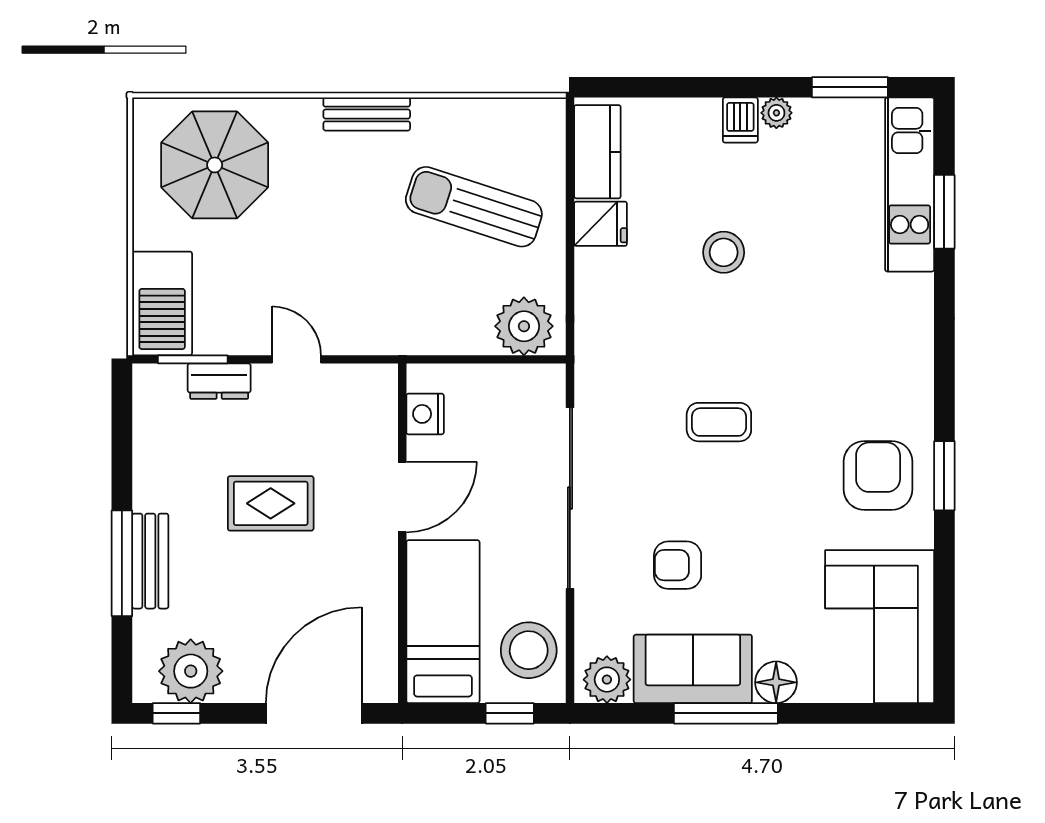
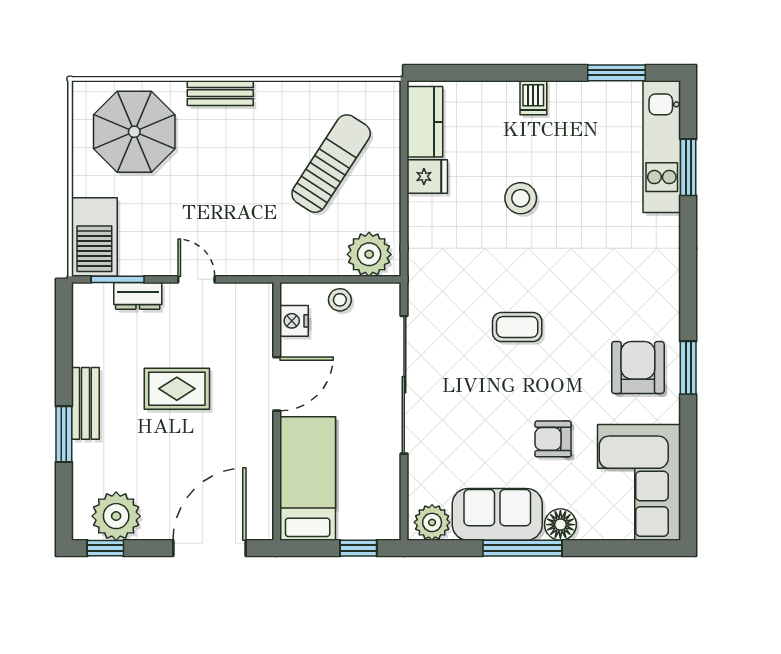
plant: (776, 113) -> (561, 92), removed
bench: (367, 114) -> (220, 93), moved
sun lounger: (474, 207) -> (331, 164), turned 105
bench: (150, 561) -> (85, 403), moved
window: (122, 563) -> (64, 434), width x0.69
armchair: (678, 565) -> (553, 439), moved
stool: (529, 650) -> (340, 300), moved, width x0.53, depth x0.53

